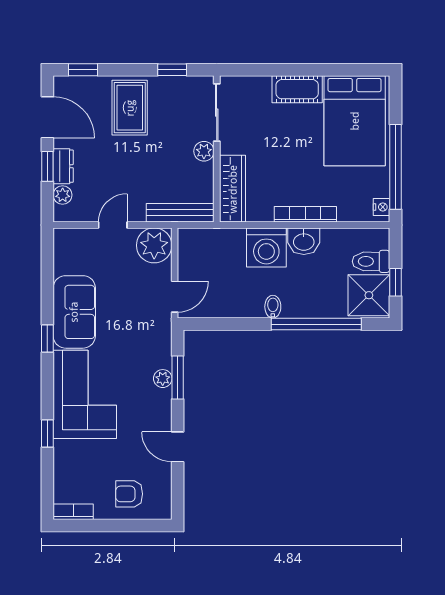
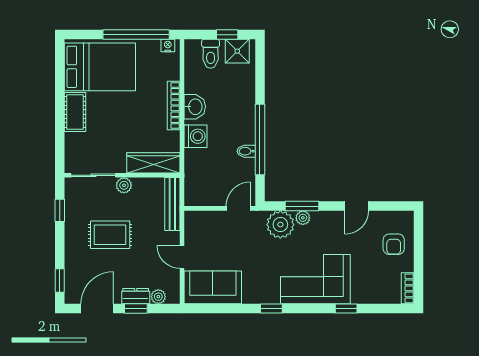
rug: (130, 108) -> (110, 235), moved
plant: (154, 245) -> (280, 225), moved
washing machine: (266, 248) -> (196, 136), width x0.73, depth x0.73
shower: (369, 295) -> (237, 51), width x0.73, depth x0.73
door: (175, 297) -> (238, 208), hinge flipped
bidet: (273, 307) -> (246, 151), moved
sofa: (74, 312) -> (213, 287), moved
window: (316, 324) -> (260, 140), moved

